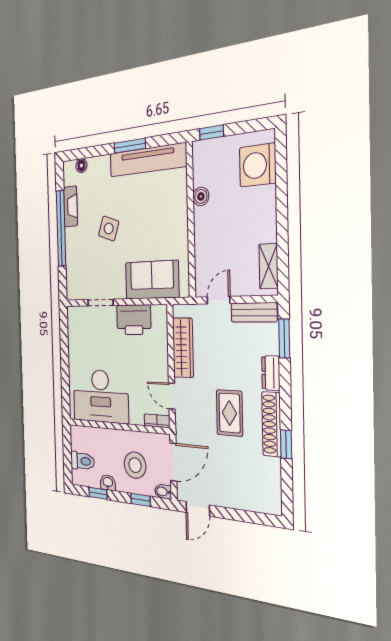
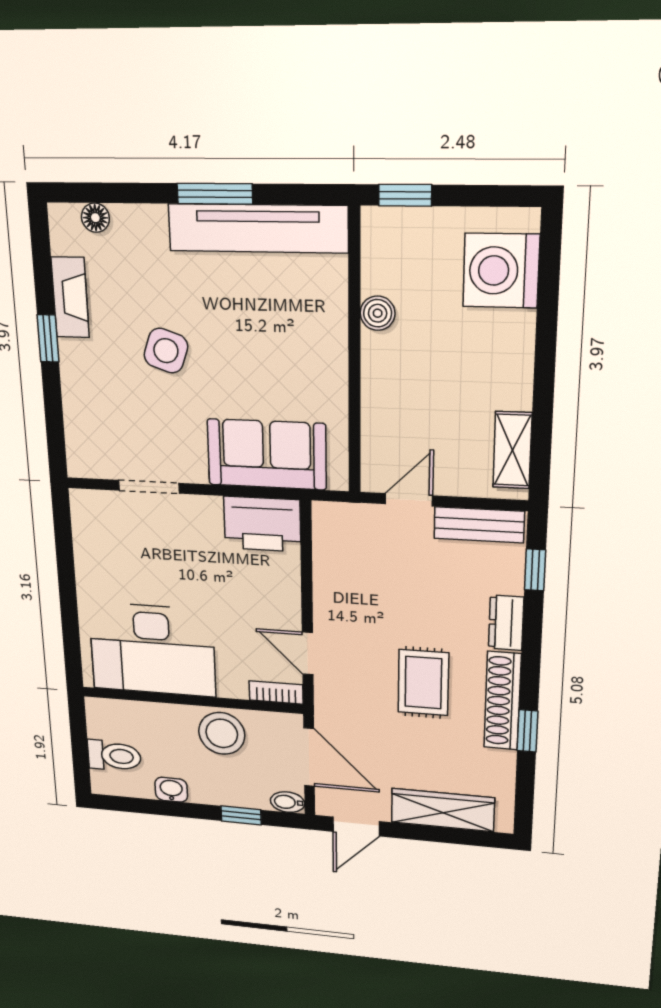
window: (61, 228) -> (48, 338), width x0.32
printer: (134, 320) -> (262, 524), moved
window: (284, 338) -> (535, 570), width x0.67
wardrobe: (183, 348) -> (443, 810), moved, turned -90
door: (173, 462) -> (309, 757), hinge flipped
stool: (135, 465) -> (222, 733), moved
window: (98, 493) -> (150, 807), removed

